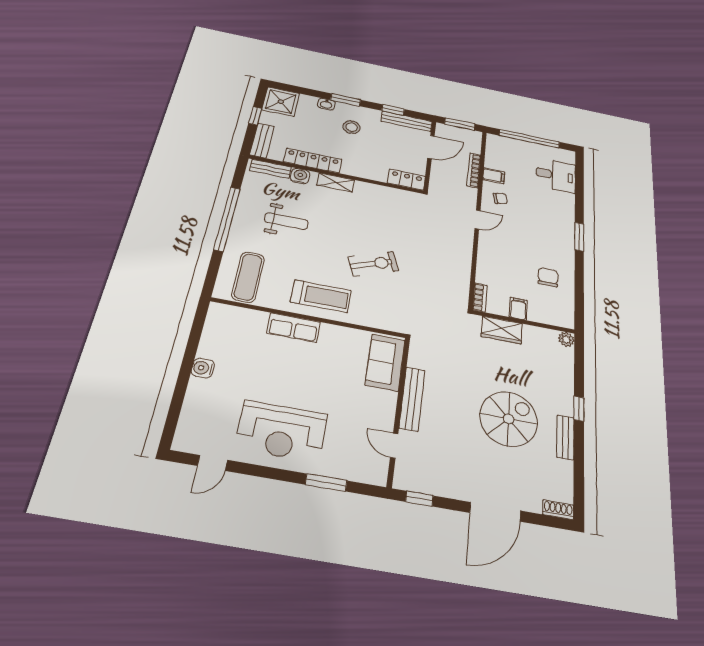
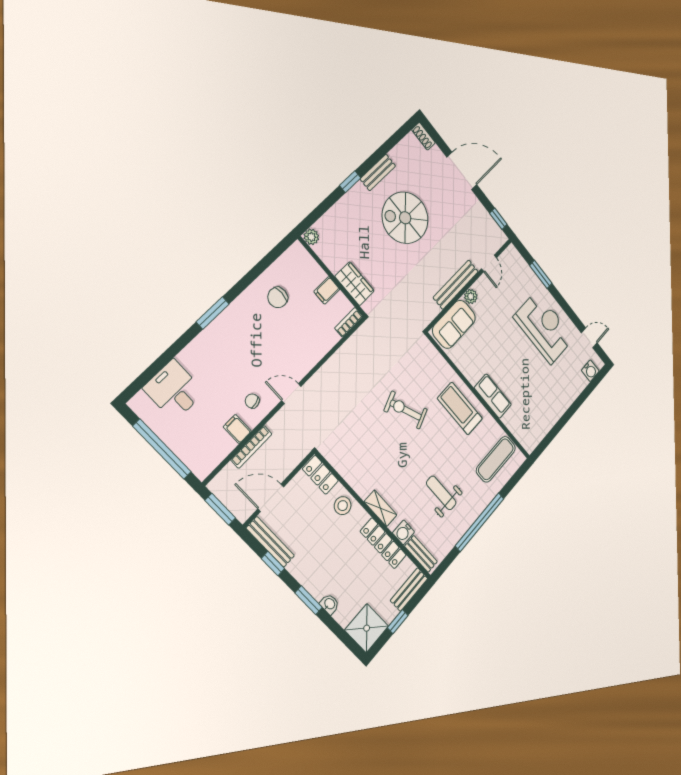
stool: (352, 127) -> (343, 506), moved
water cooler: (203, 368) -> (590, 371), moved
plant: (388, 400) -> (471, 296), added

